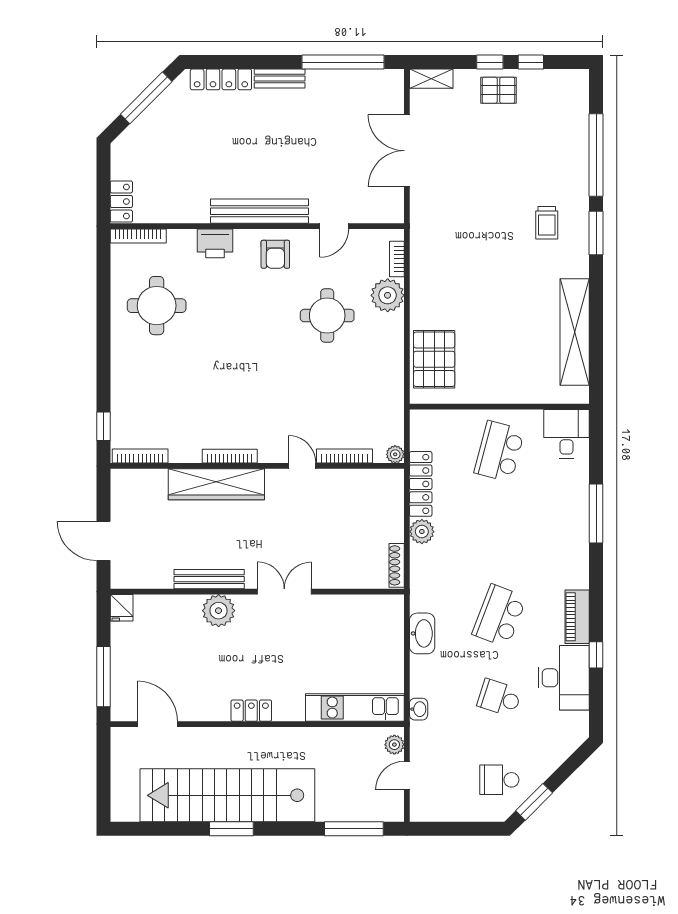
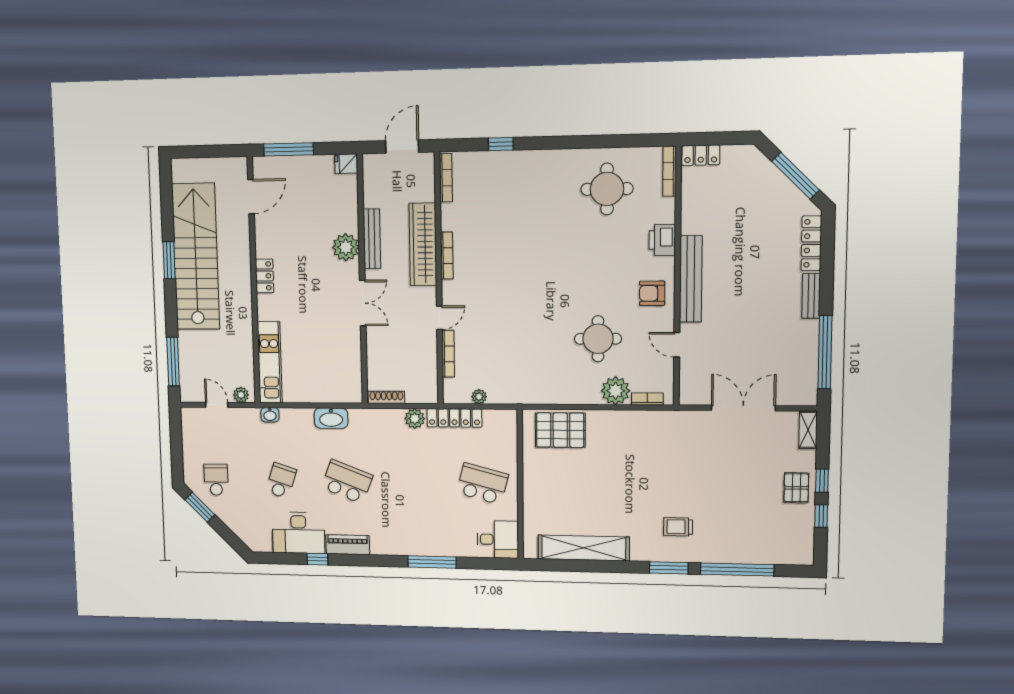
bookcase: (140, 456) -> (446, 178), moved
bookcase: (230, 456) -> (447, 256), moved
bookcase: (345, 456) -> (448, 354), moved
wall: (257, 466) -> (439, 279), moved
door: (302, 466) -> (439, 318), moved
wardrobe: (216, 484) -> (423, 244), moved

